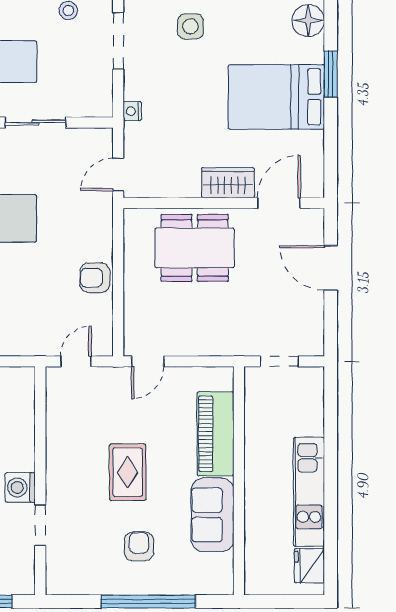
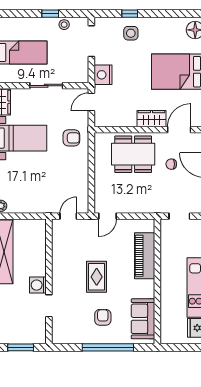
nightstand: (132, 111) -> (103, 75), width x1.89, depth x1.79
door: (118, 175) -> (91, 102), moved
chair: (264, 266) -> (171, 164), added
armchair: (95, 278) -> (71, 138), moved, turned 180
sofa: (213, 515) -> (143, 319), moved

